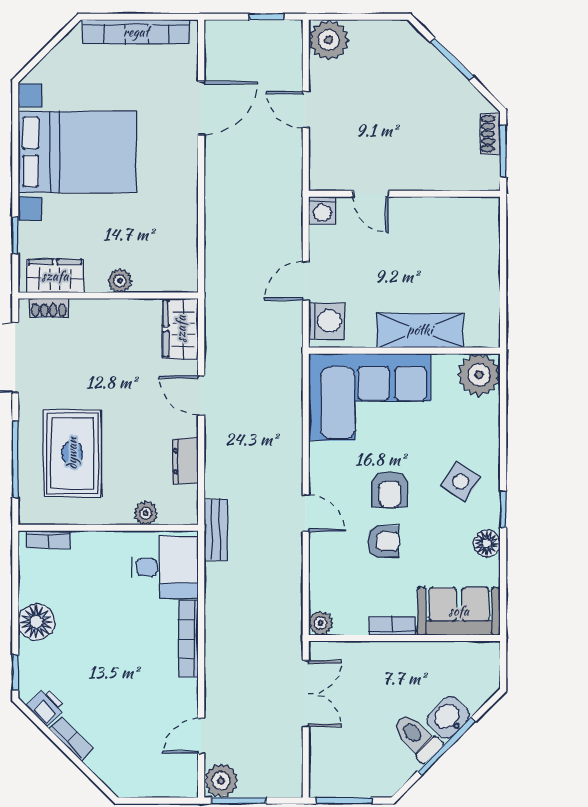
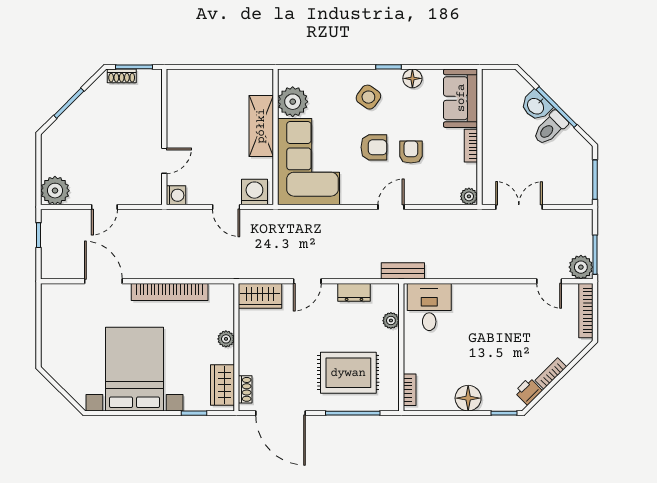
bookcase: (136, 32) -> (170, 292), moved, turned 90
plant: (479, 375) -> (293, 102), moved
bookcase: (188, 639) -> (586, 311), moved, turned 90

